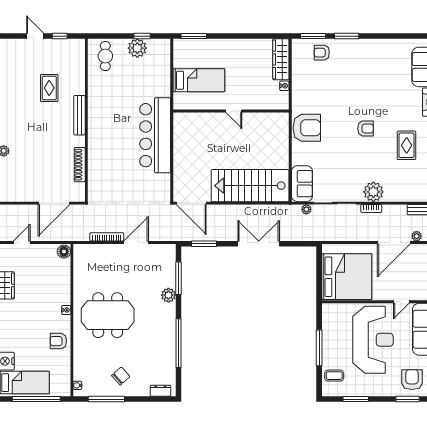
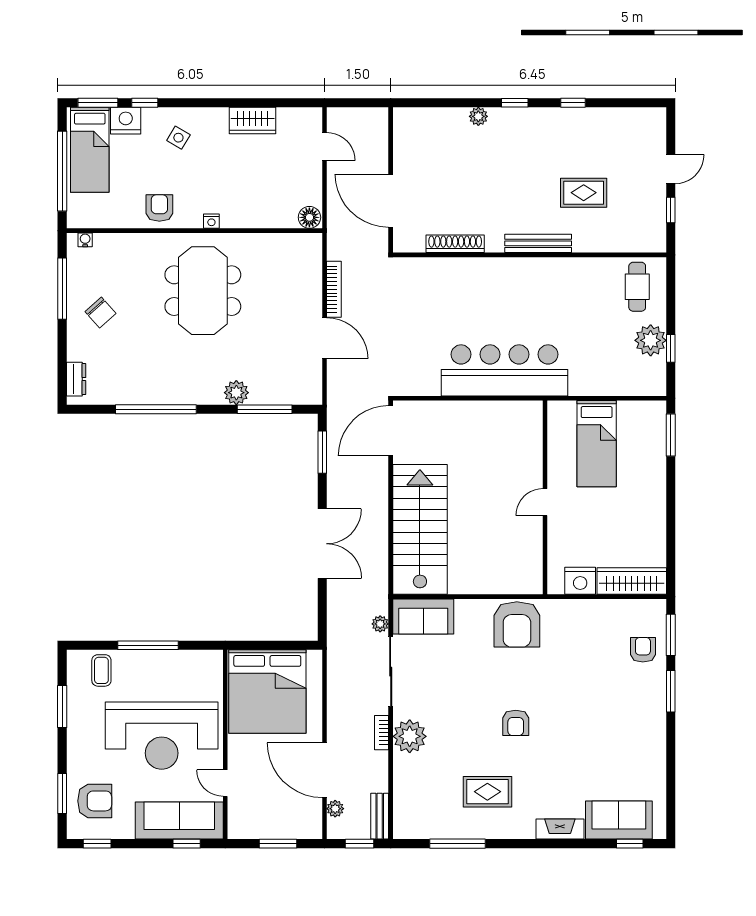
cafe table: (105, 56) -> (637, 287), turned 90
nightstand: (284, 86) -> (580, 581), width x1.89, depth x1.79
side table: (16, 330) -> (178, 138), added

